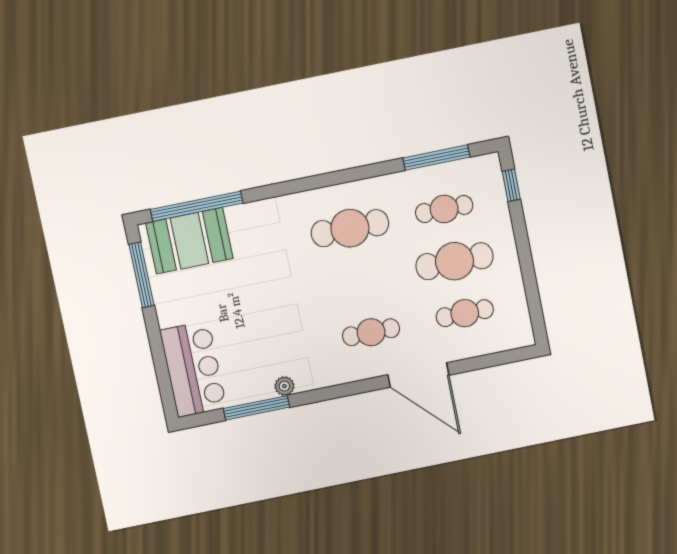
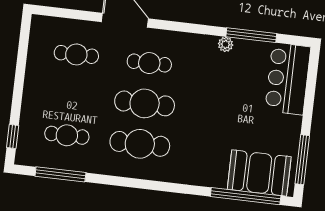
cafe table: (454, 261) -> (145, 103), moved

